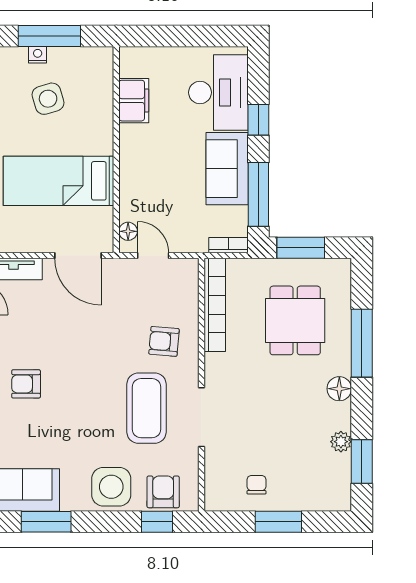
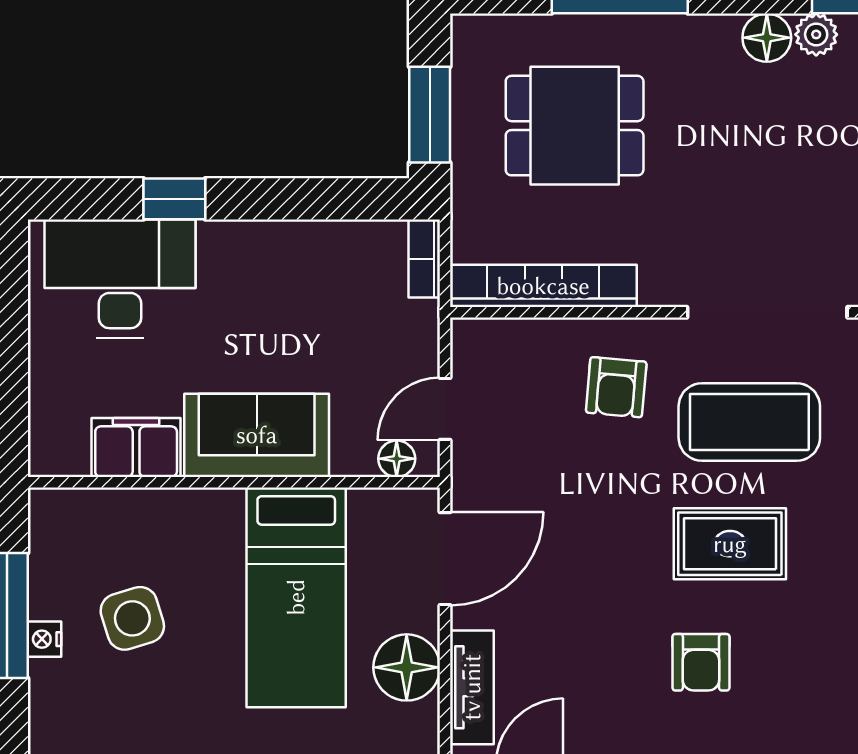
sofa: (227, 169) -> (257, 435), moved, turned 180
window: (258, 194) -> (323, 199), removed
floor lamp: (23, 236) -> (407, 667), added
floor lamp: (339, 389) -> (767, 38), moved
rug: (85, 398) -> (730, 544), added
doorway: (202, 417) -> (767, 312), width x1.36

